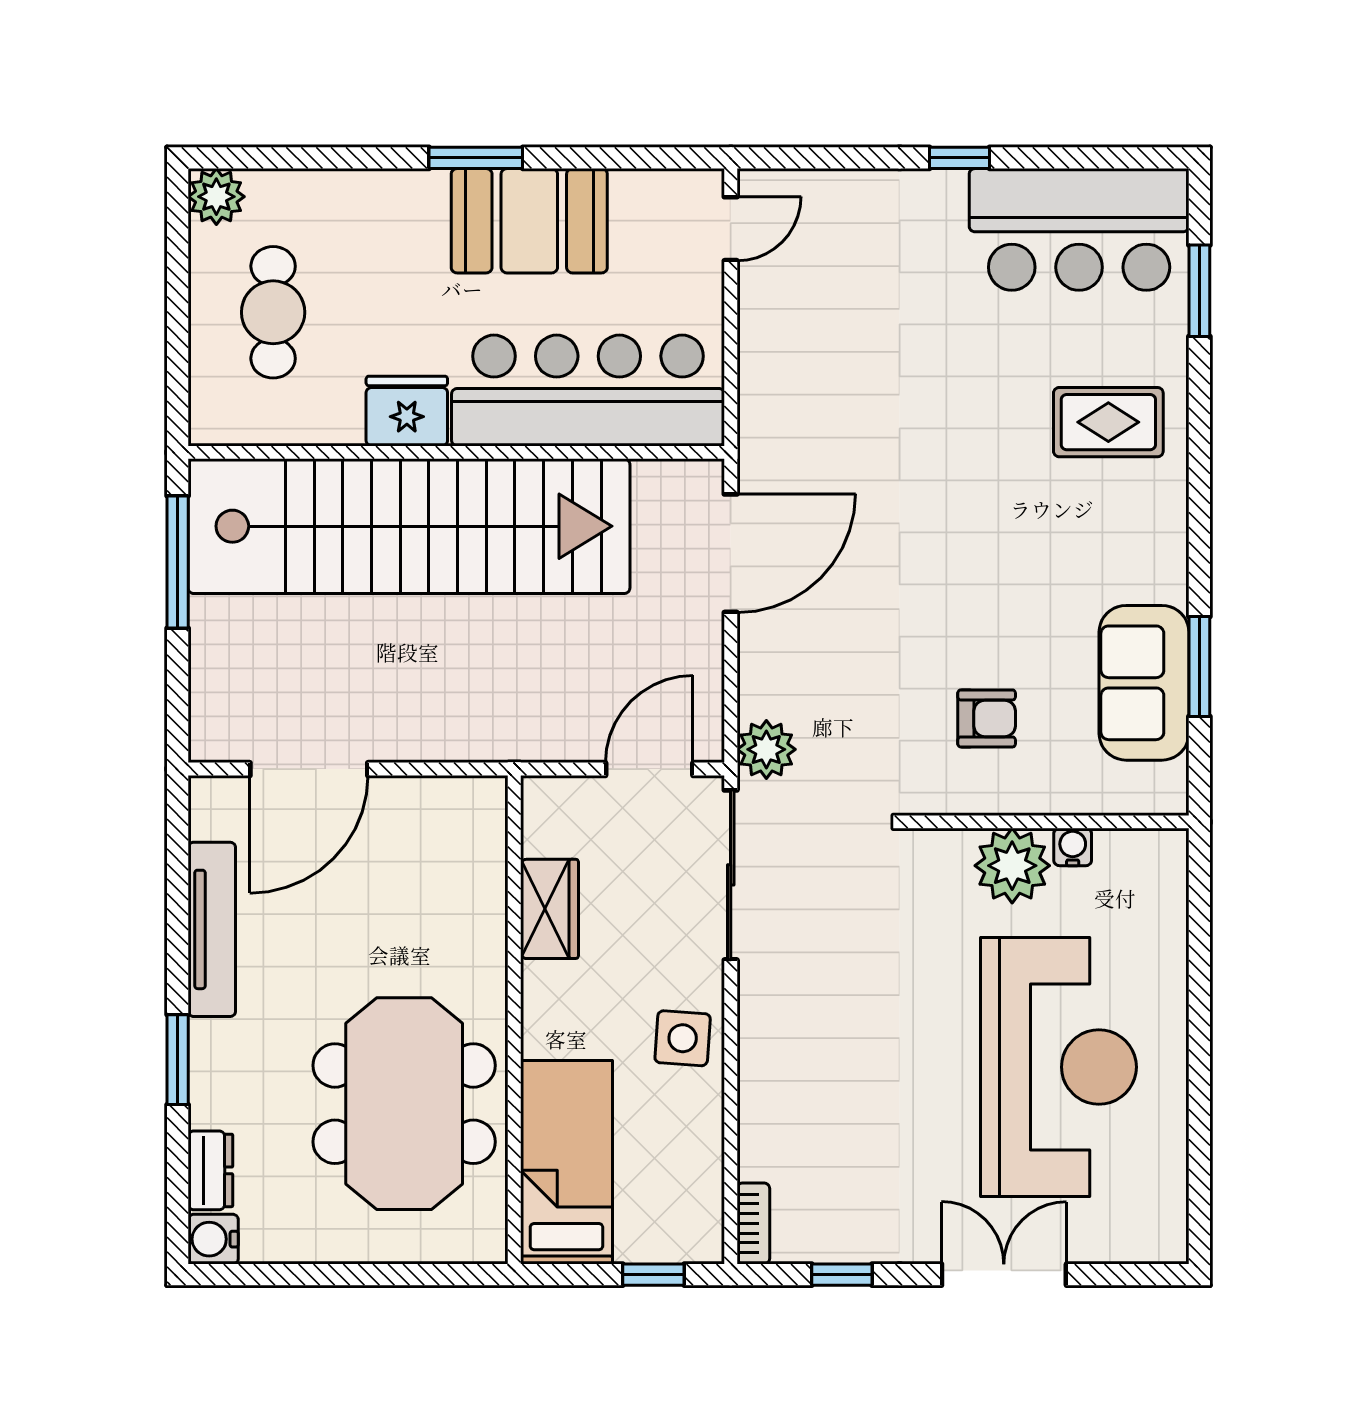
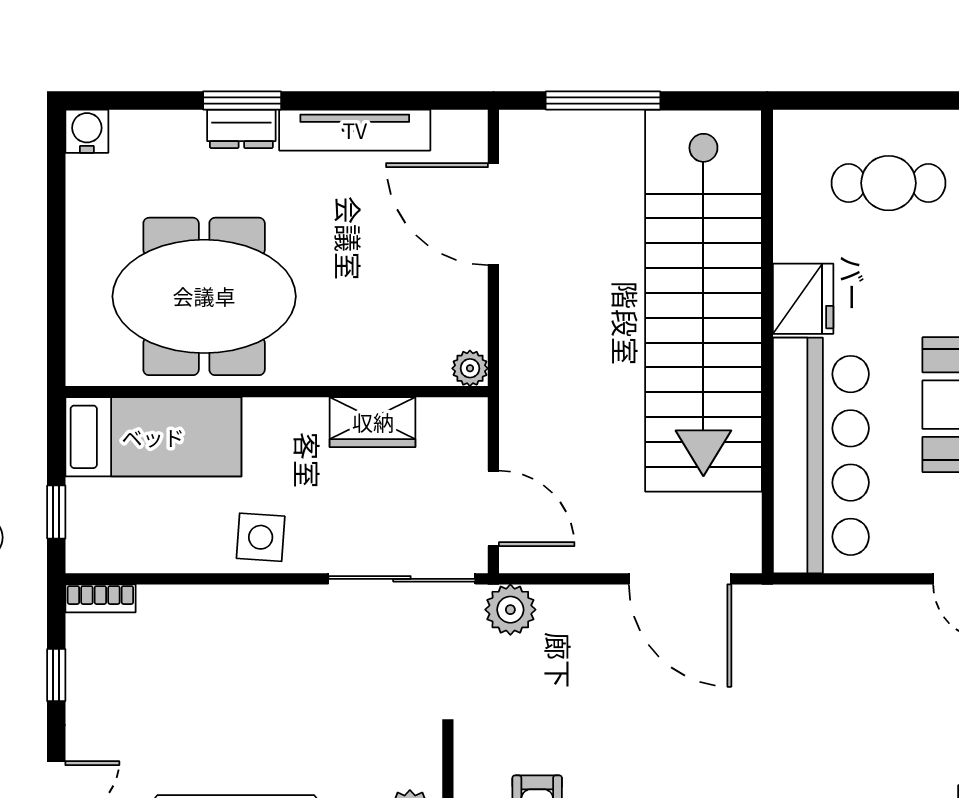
window: (178, 562) -> (603, 100), moved
plant: (487, 796) -> (470, 368), added
dresser: (210, 1170) -> (241, 129), moved

